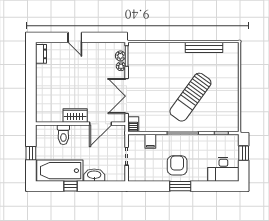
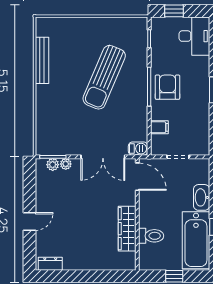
sun lounger: (190, 97) -> (104, 77), turned 77
wardrobe: (75, 115) -> (127, 229), width x1.50
door: (101, 124) -> (137, 177), moved
armchair: (177, 165) -> (168, 87), moved, turned 90

